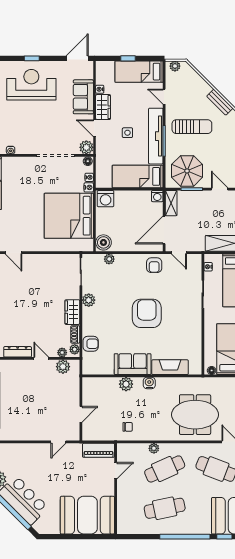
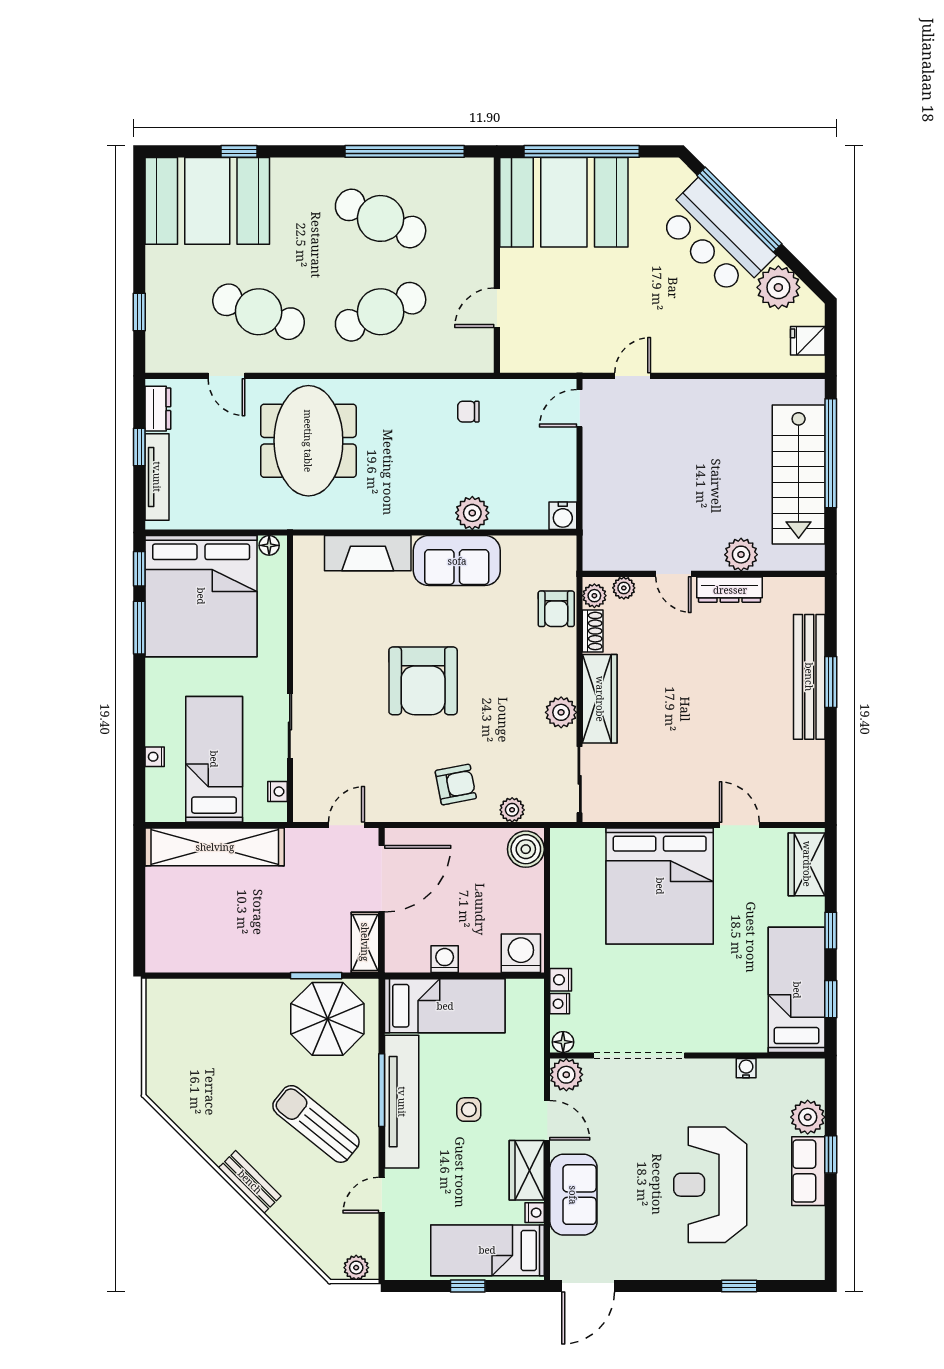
window: (32, 58) -> (739, 1286), moved
bed: (139, 72) -> (487, 1250), moved, turned 180
reception desk: (31, 85) -> (710, 1185), moved, turned 90
door: (164, 97) -> (382, 1195), swing flipped
sun lounger: (192, 127) -> (316, 1124), turned 39
door: (220, 189) -> (250, 976), removed
washing machine: (157, 196) -> (445, 959), moved
bed: (69, 216) -> (660, 886), moved, turned 90
door: (179, 253) -> (346, 825), hinge flipped
armchair: (154, 265) -> (456, 785), moved, turned 79
wardrobe: (72, 312) -> (600, 699), width x1.50
armchair: (91, 344) -> (556, 609), turned -90
plant: (63, 367) -> (741, 555), moved
water cooler: (149, 383) -> (563, 516), moved
door: (81, 414) -> (580, 408), moved
meeting table: (195, 415) -> (308, 441), turned 90
plant: (154, 448) -> (406, 361), removed
piano: (98, 450) -> (538, 356), removed
cafe table: (165, 508) -> (381, 218), turned 36
window: (80, 537) -> (582, 151), added
window: (185, 537) -> (405, 151), moved

